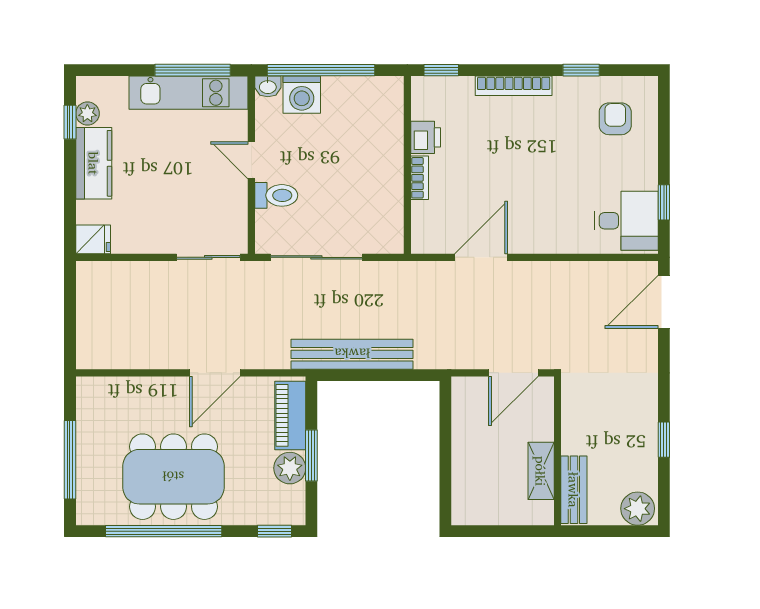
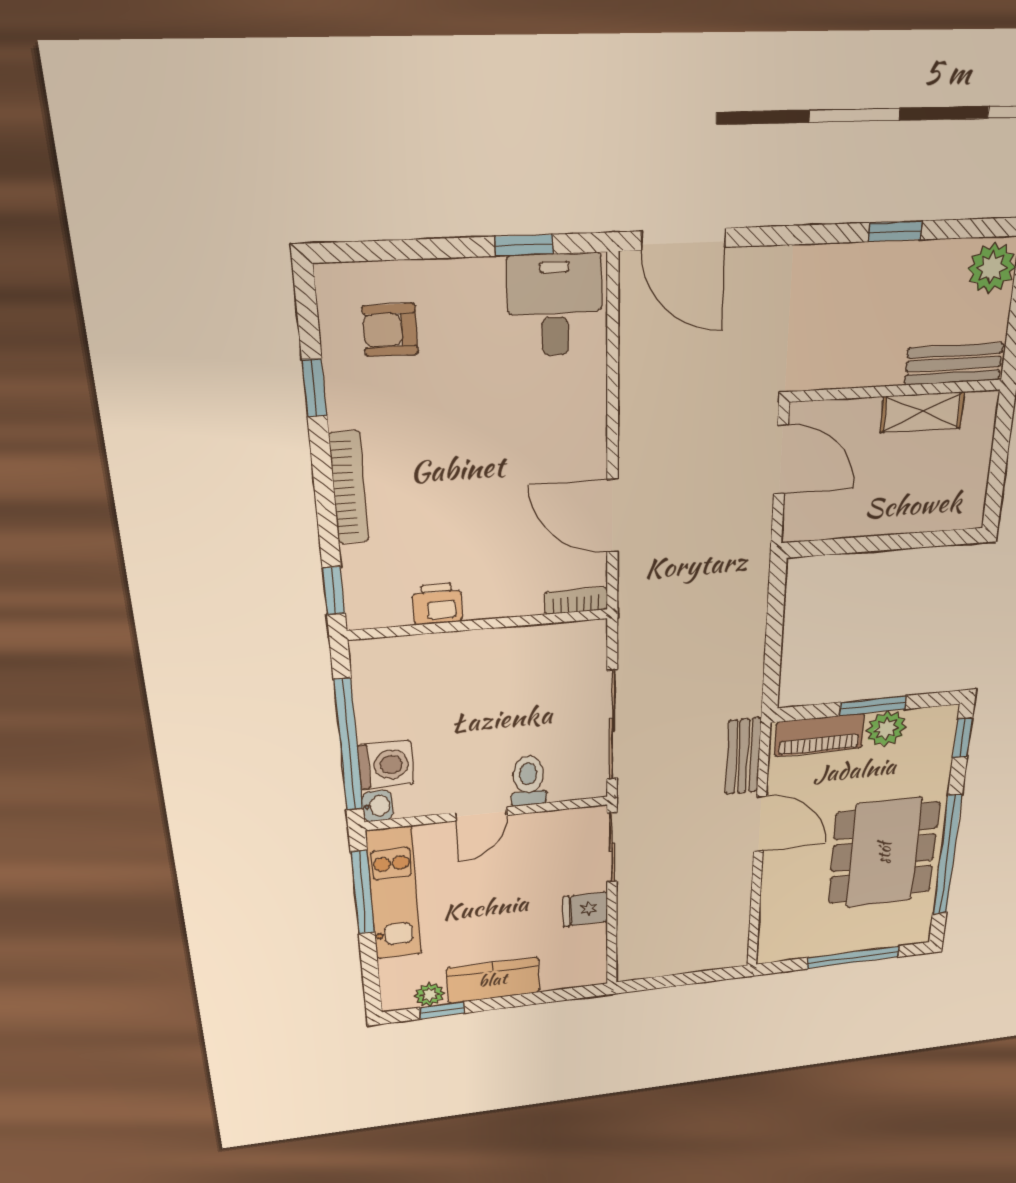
bookcase: (420, 178) -> (576, 601), moved
fridge: (93, 239) -> (585, 909), moved, turned -90
bench: (352, 354) -> (743, 756), moved, width x0.54, depth x0.82

